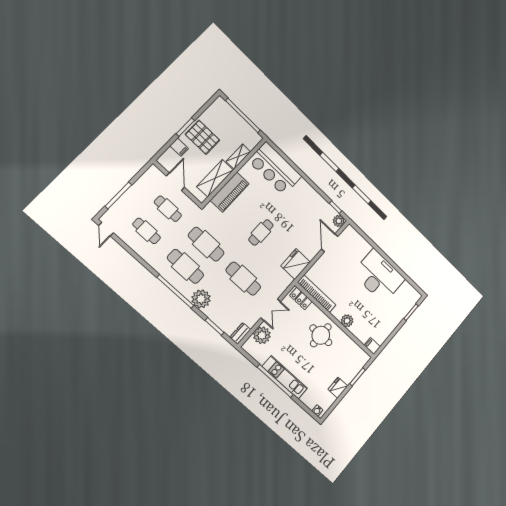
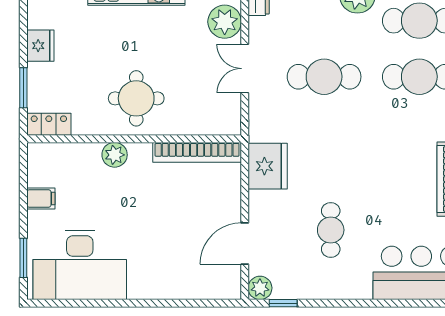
cafe table: (261, 232) -> (331, 230), moved
door: (330, 243) -> (245, 244), swing flipped
desk: (379, 276) -> (80, 265), moved
locker: (301, 298) -> (49, 124), moved
filing cabinet: (372, 346) -> (41, 198), moved

